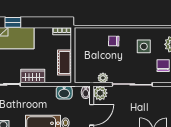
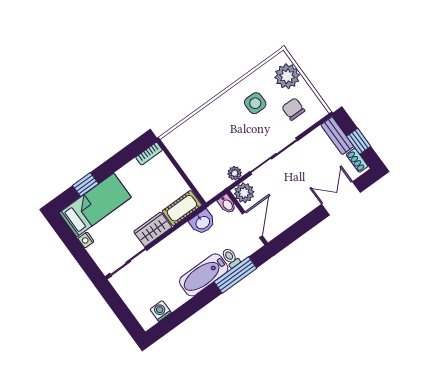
chair: (114, 41) -> (216, 122), removed
cot: (65, 63) -> (182, 208), moved, turned 90

